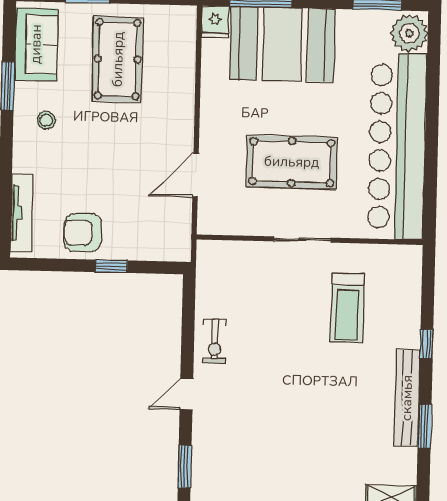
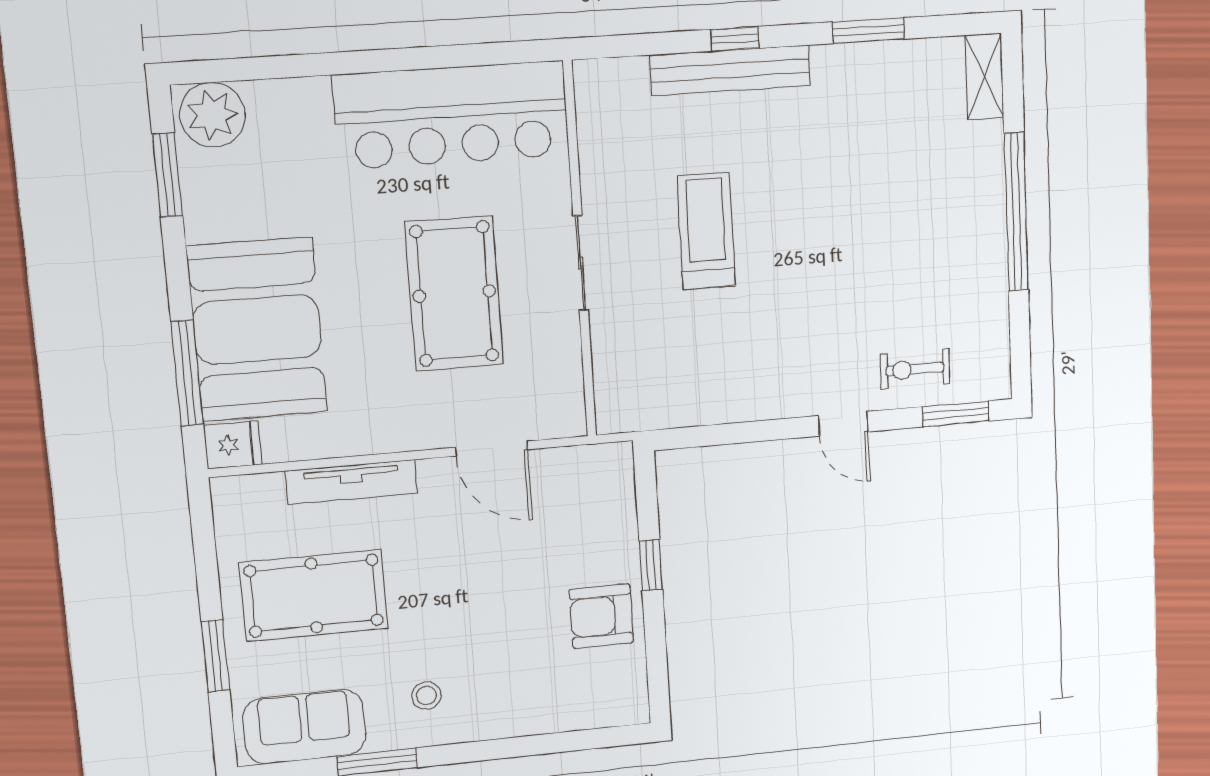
bar counter: (397, 146) -> (452, 115), width x0.73
tv unit: (21, 213) -> (351, 482), moved, turned 180
armchair: (83, 233) -> (601, 616), turned 90
treadmill: (347, 308) -> (706, 231), moved, turned -90
exercise bike: (215, 341) -> (915, 369), moved, turned 180
bench: (407, 398) -> (730, 70), moved

